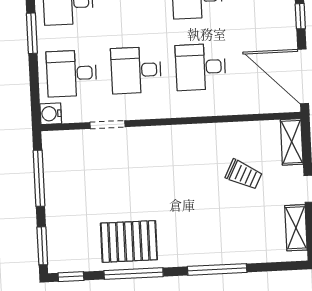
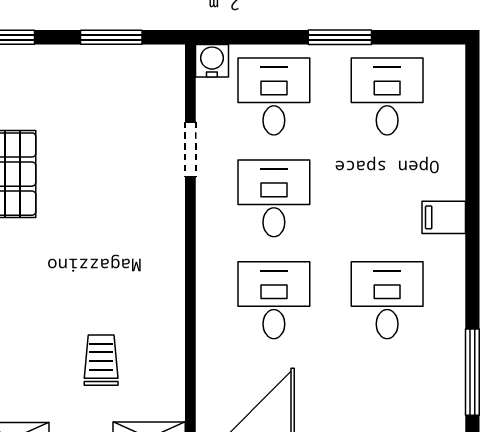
trolley: (244, 175) -> (101, 360), turned 153
window: (39, 178) -> (111, 37), width x0.69

